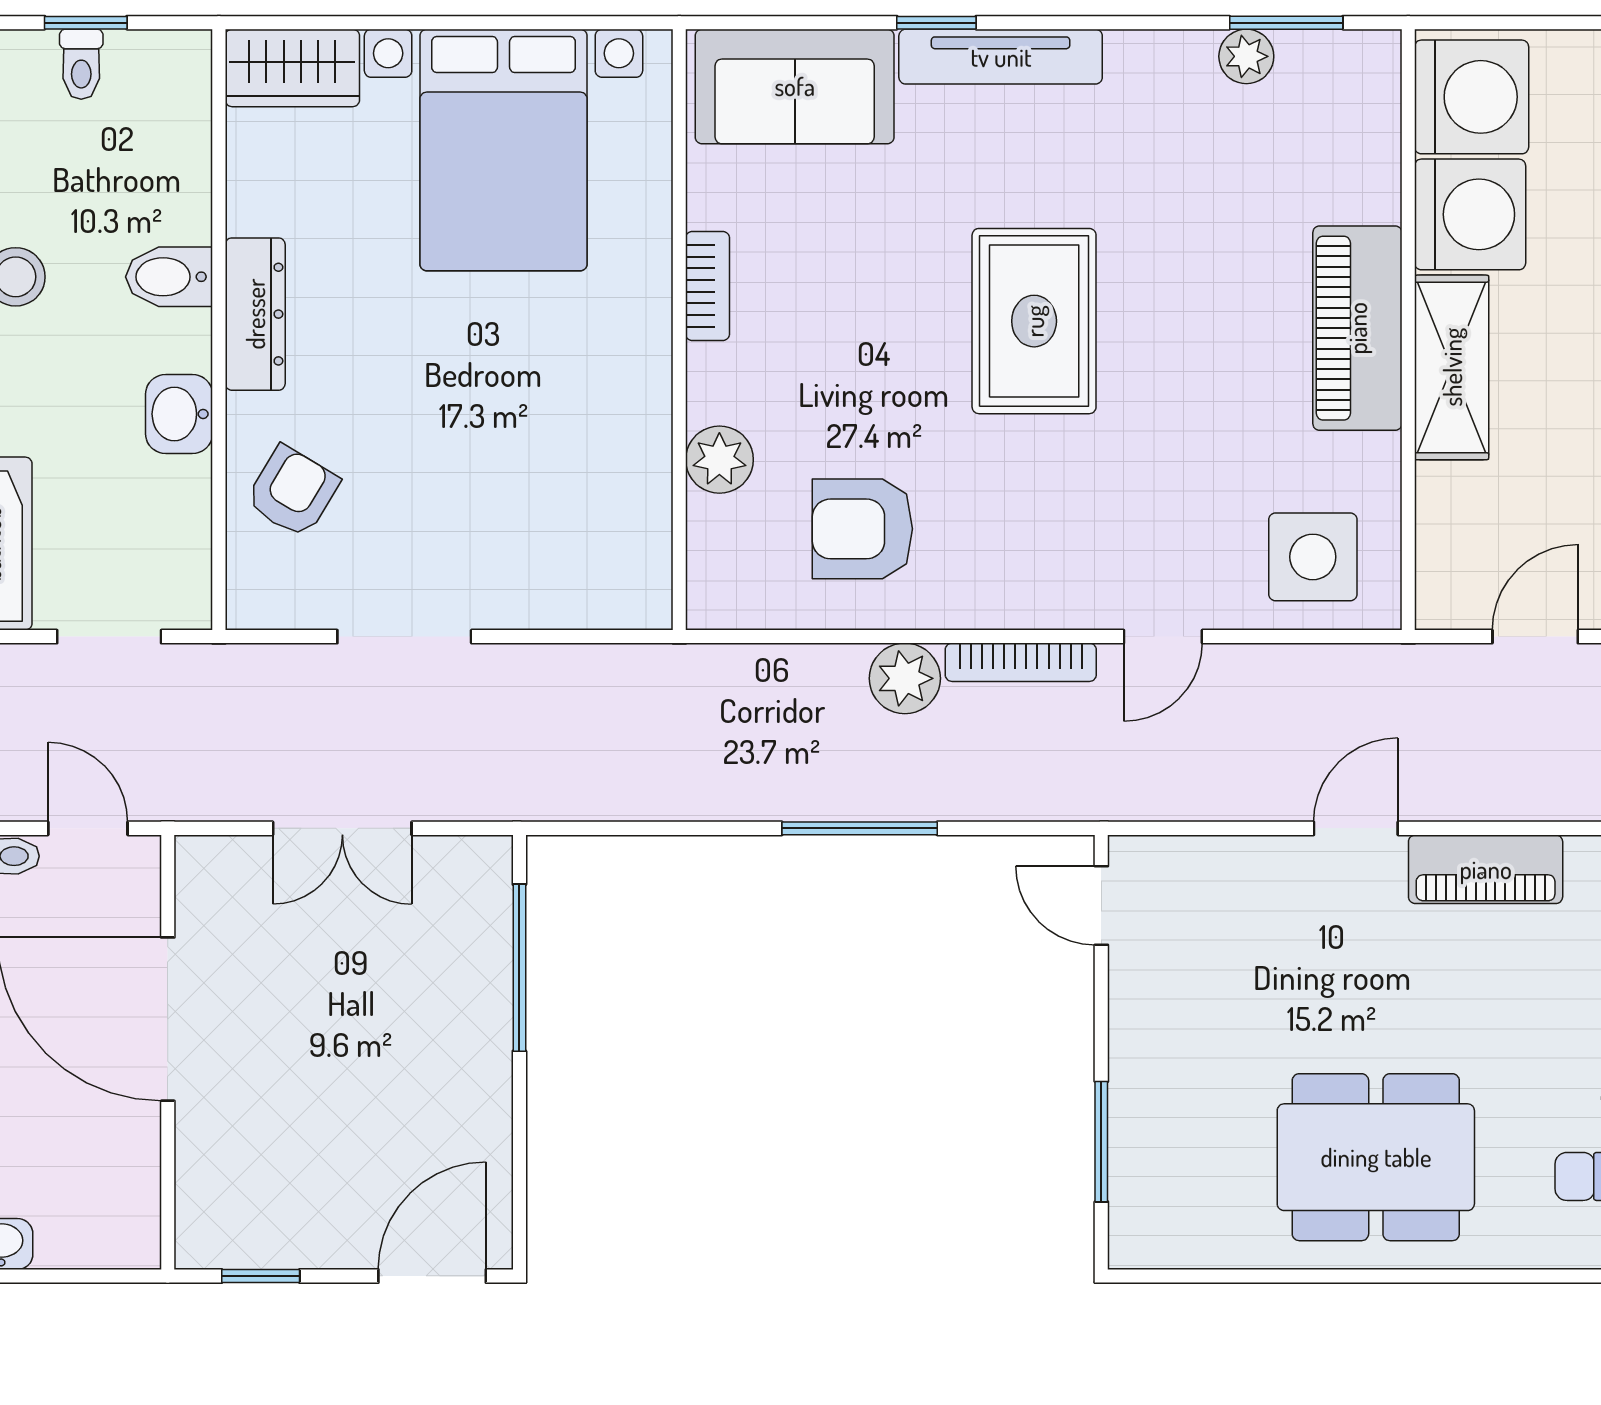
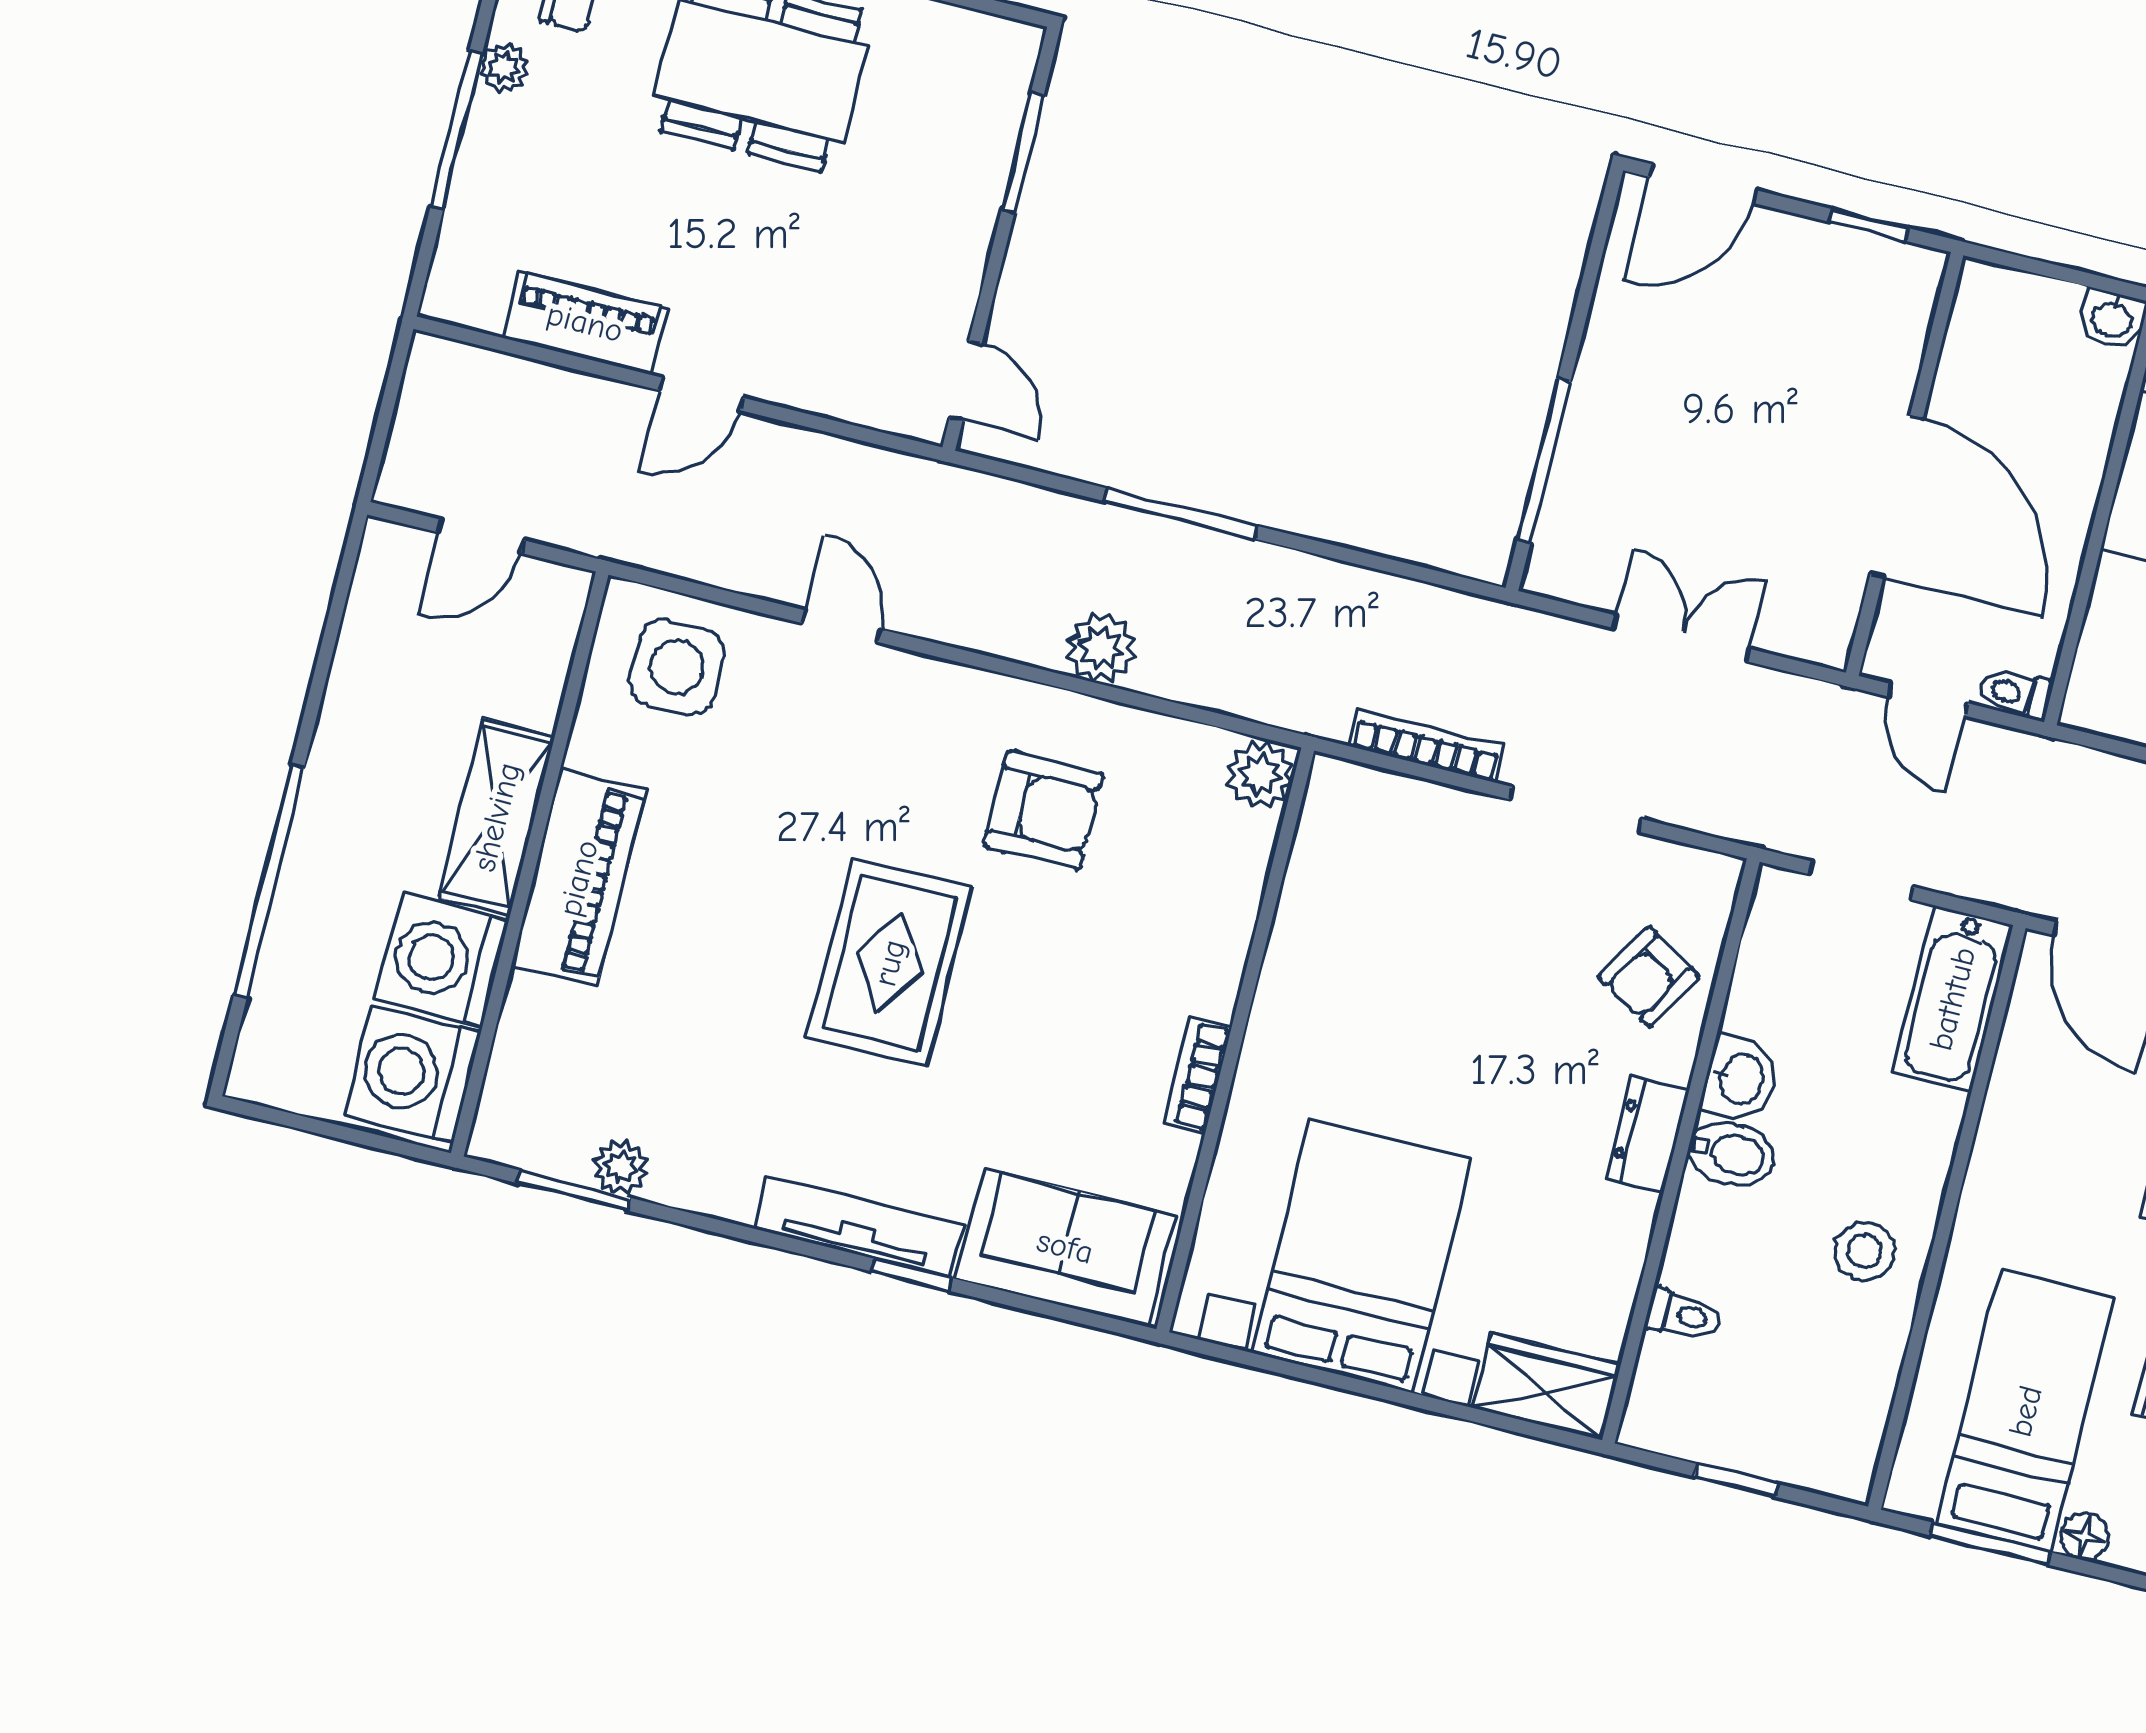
toilet: (81, 64) -> (1683, 1315), moved, turned 90
bidet: (169, 277) -> (1731, 1154), moved
dresser: (255, 314) -> (1648, 1135), width x0.70
plant: (719, 460) -> (1260, 775), moved
armchair: (862, 529) -> (1044, 810), moved
door: (1163, 637) -> (841, 626), hinge flipped
bookcase: (1021, 662) -> (1427, 746), moved

